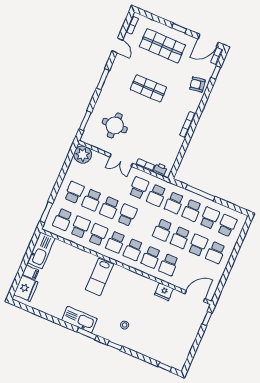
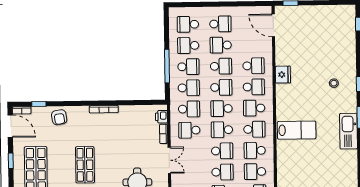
school desk: (145, 222) -> (222, 109), added
school desk: (133, 250) -> (254, 108), turned 180
fridge: (164, 292) -> (283, 75), moved

